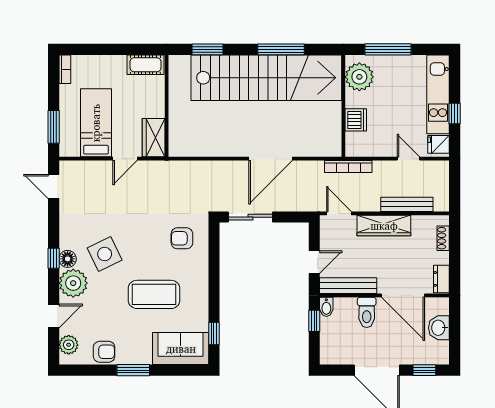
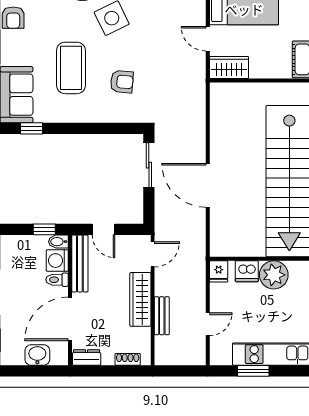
plant: (359, 77) -> (274, 275), moved
window: (455, 114) -> (253, 371), width x1.50
fridge: (438, 144) -> (219, 271), moved, turned 180
bookcase: (348, 167) -> (200, 264), removed
bench: (407, 204) -> (162, 316), width x0.73
armchair: (182, 238) -> (122, 82), moved, turned 95
washing machine: (345, 308) -> (57, 261), added
toilet: (367, 312) -> (57, 280), width x0.73, depth x0.72

